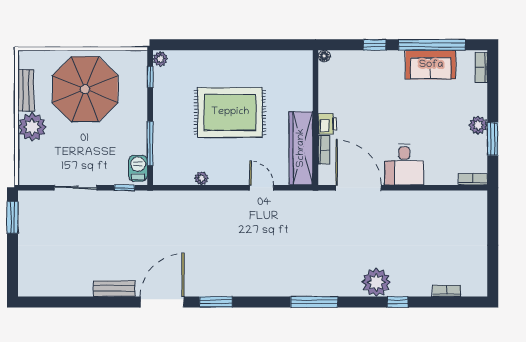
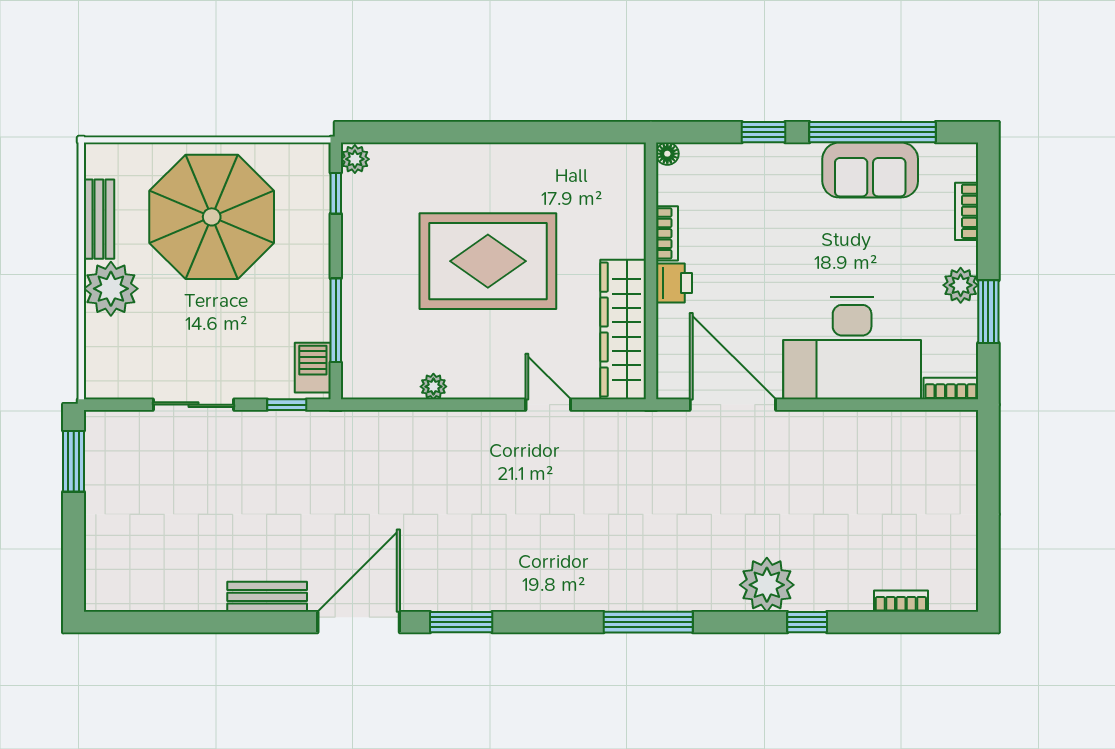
bookcase: (481, 67) -> (967, 211), moved
bookcase: (324, 150) -> (667, 233), moved
desk: (404, 164) -> (852, 348), width x1.87, depth x1.30

